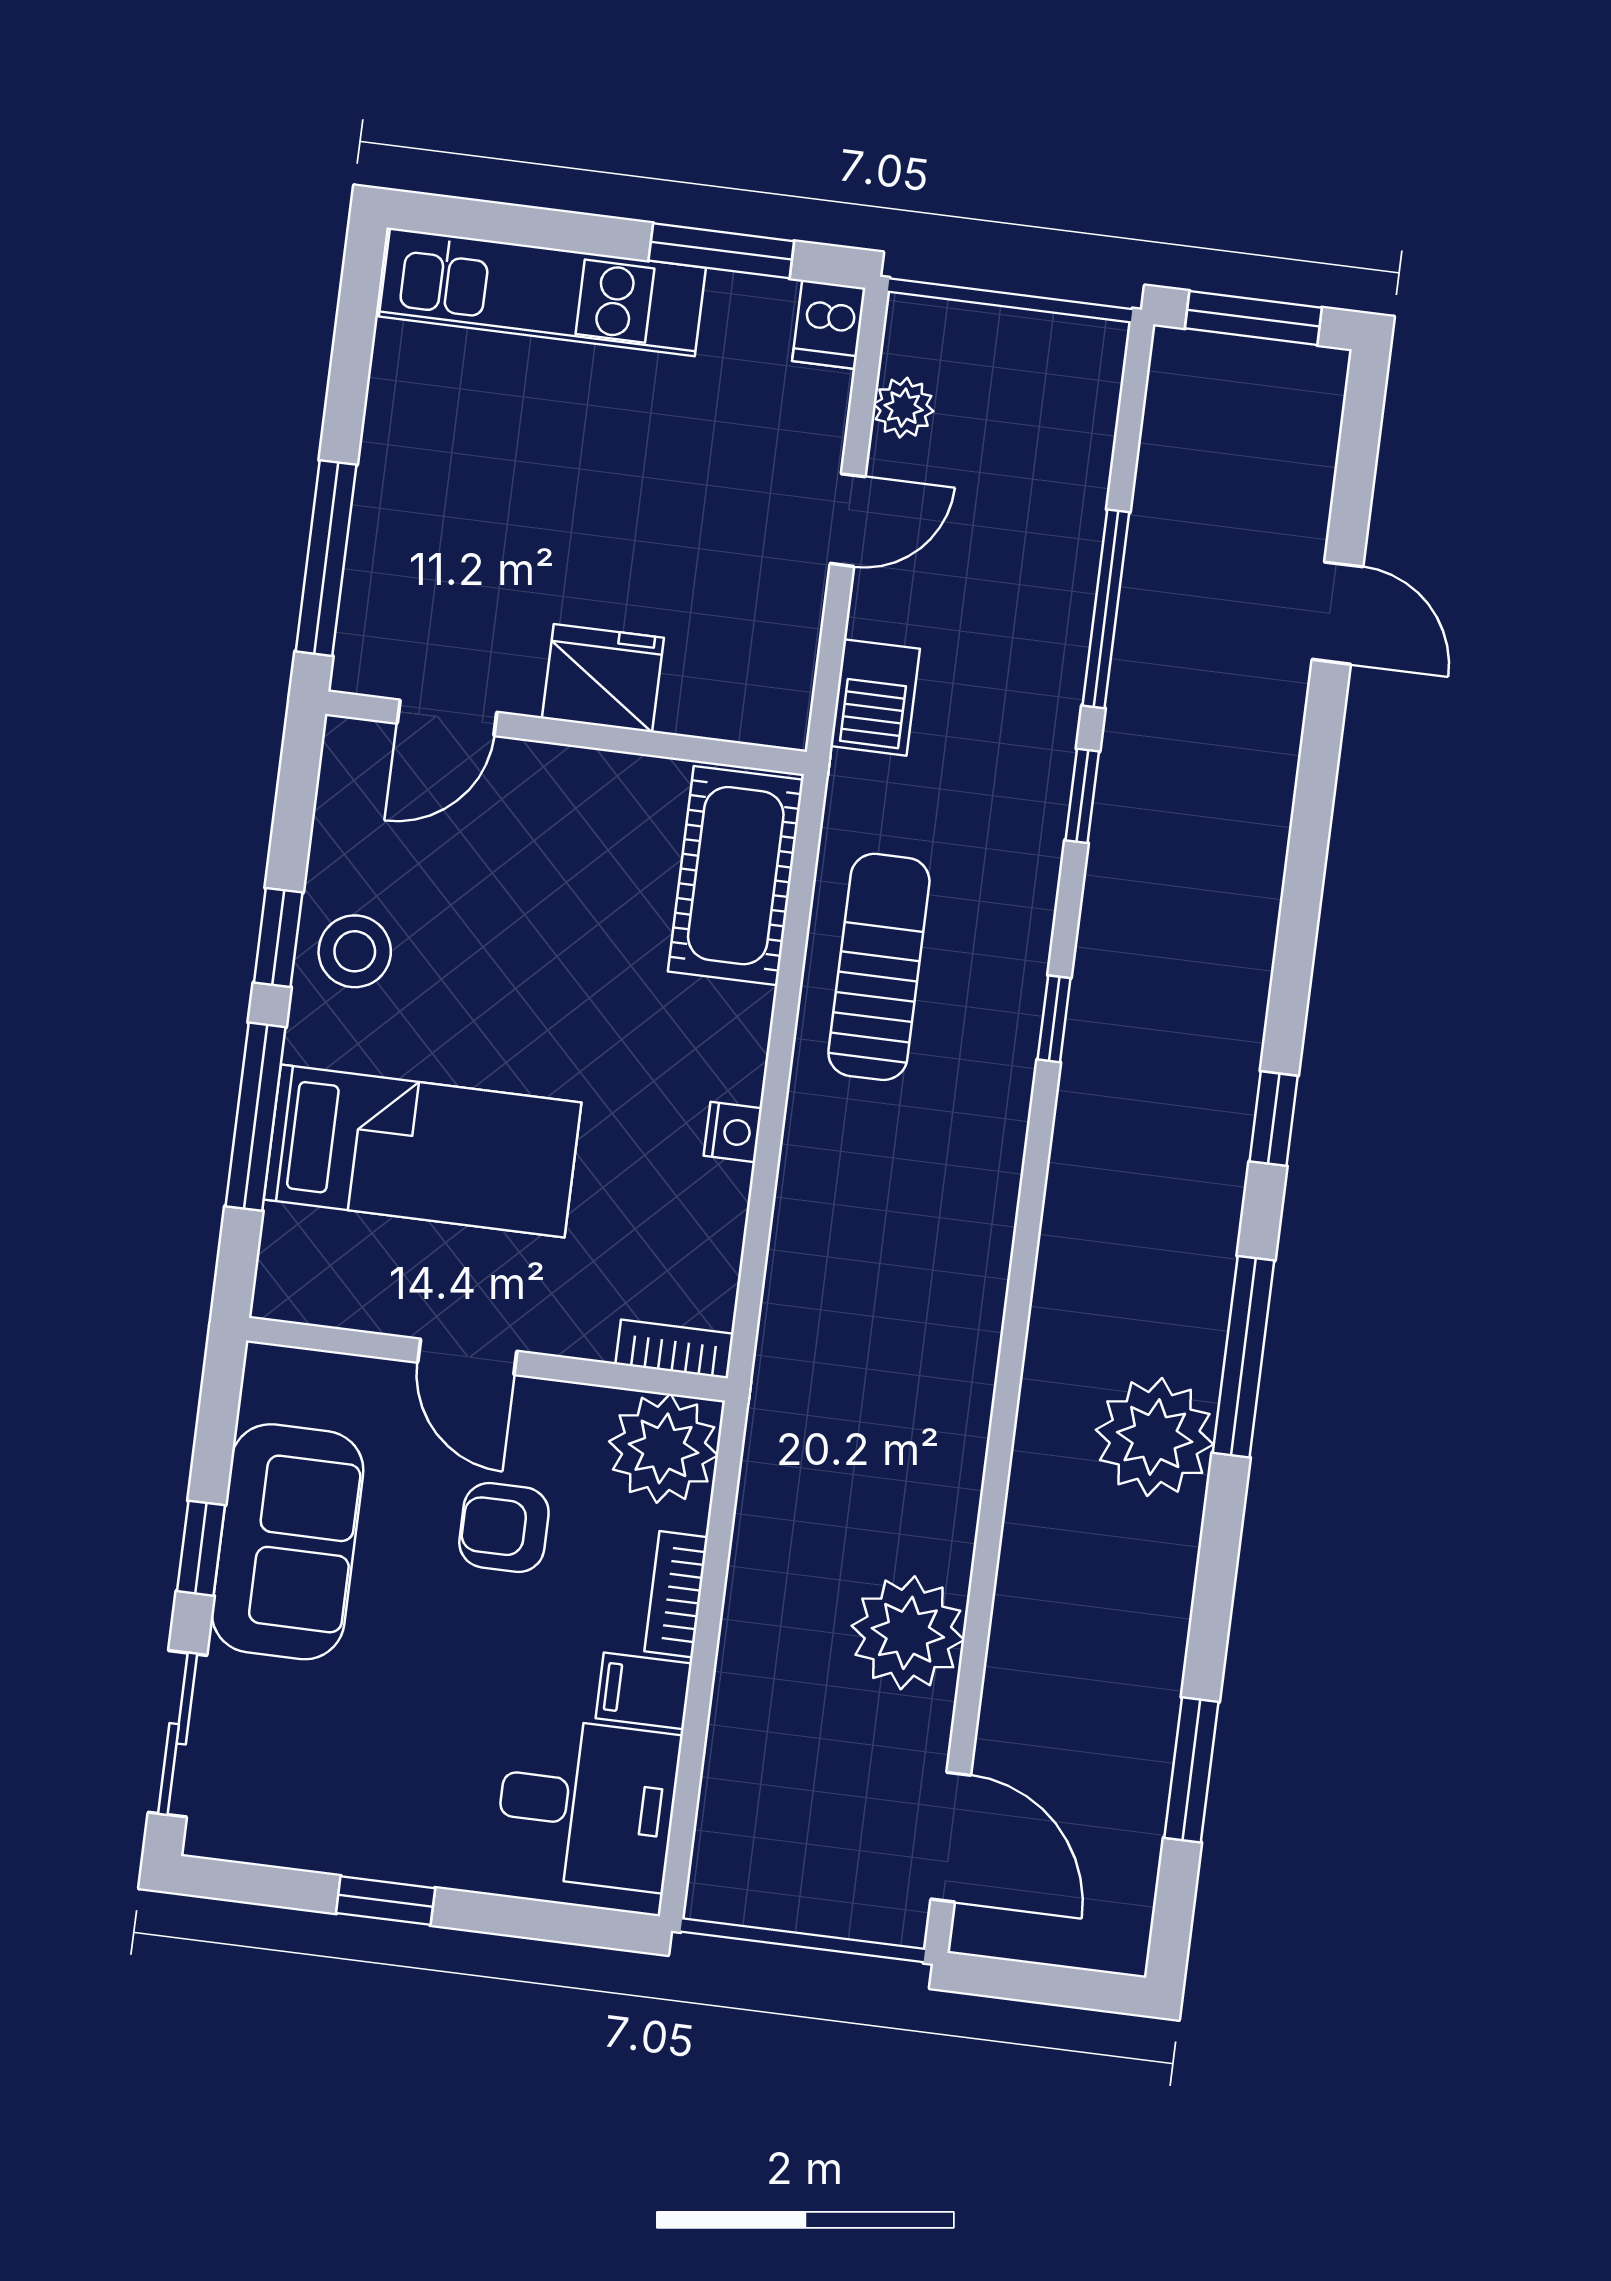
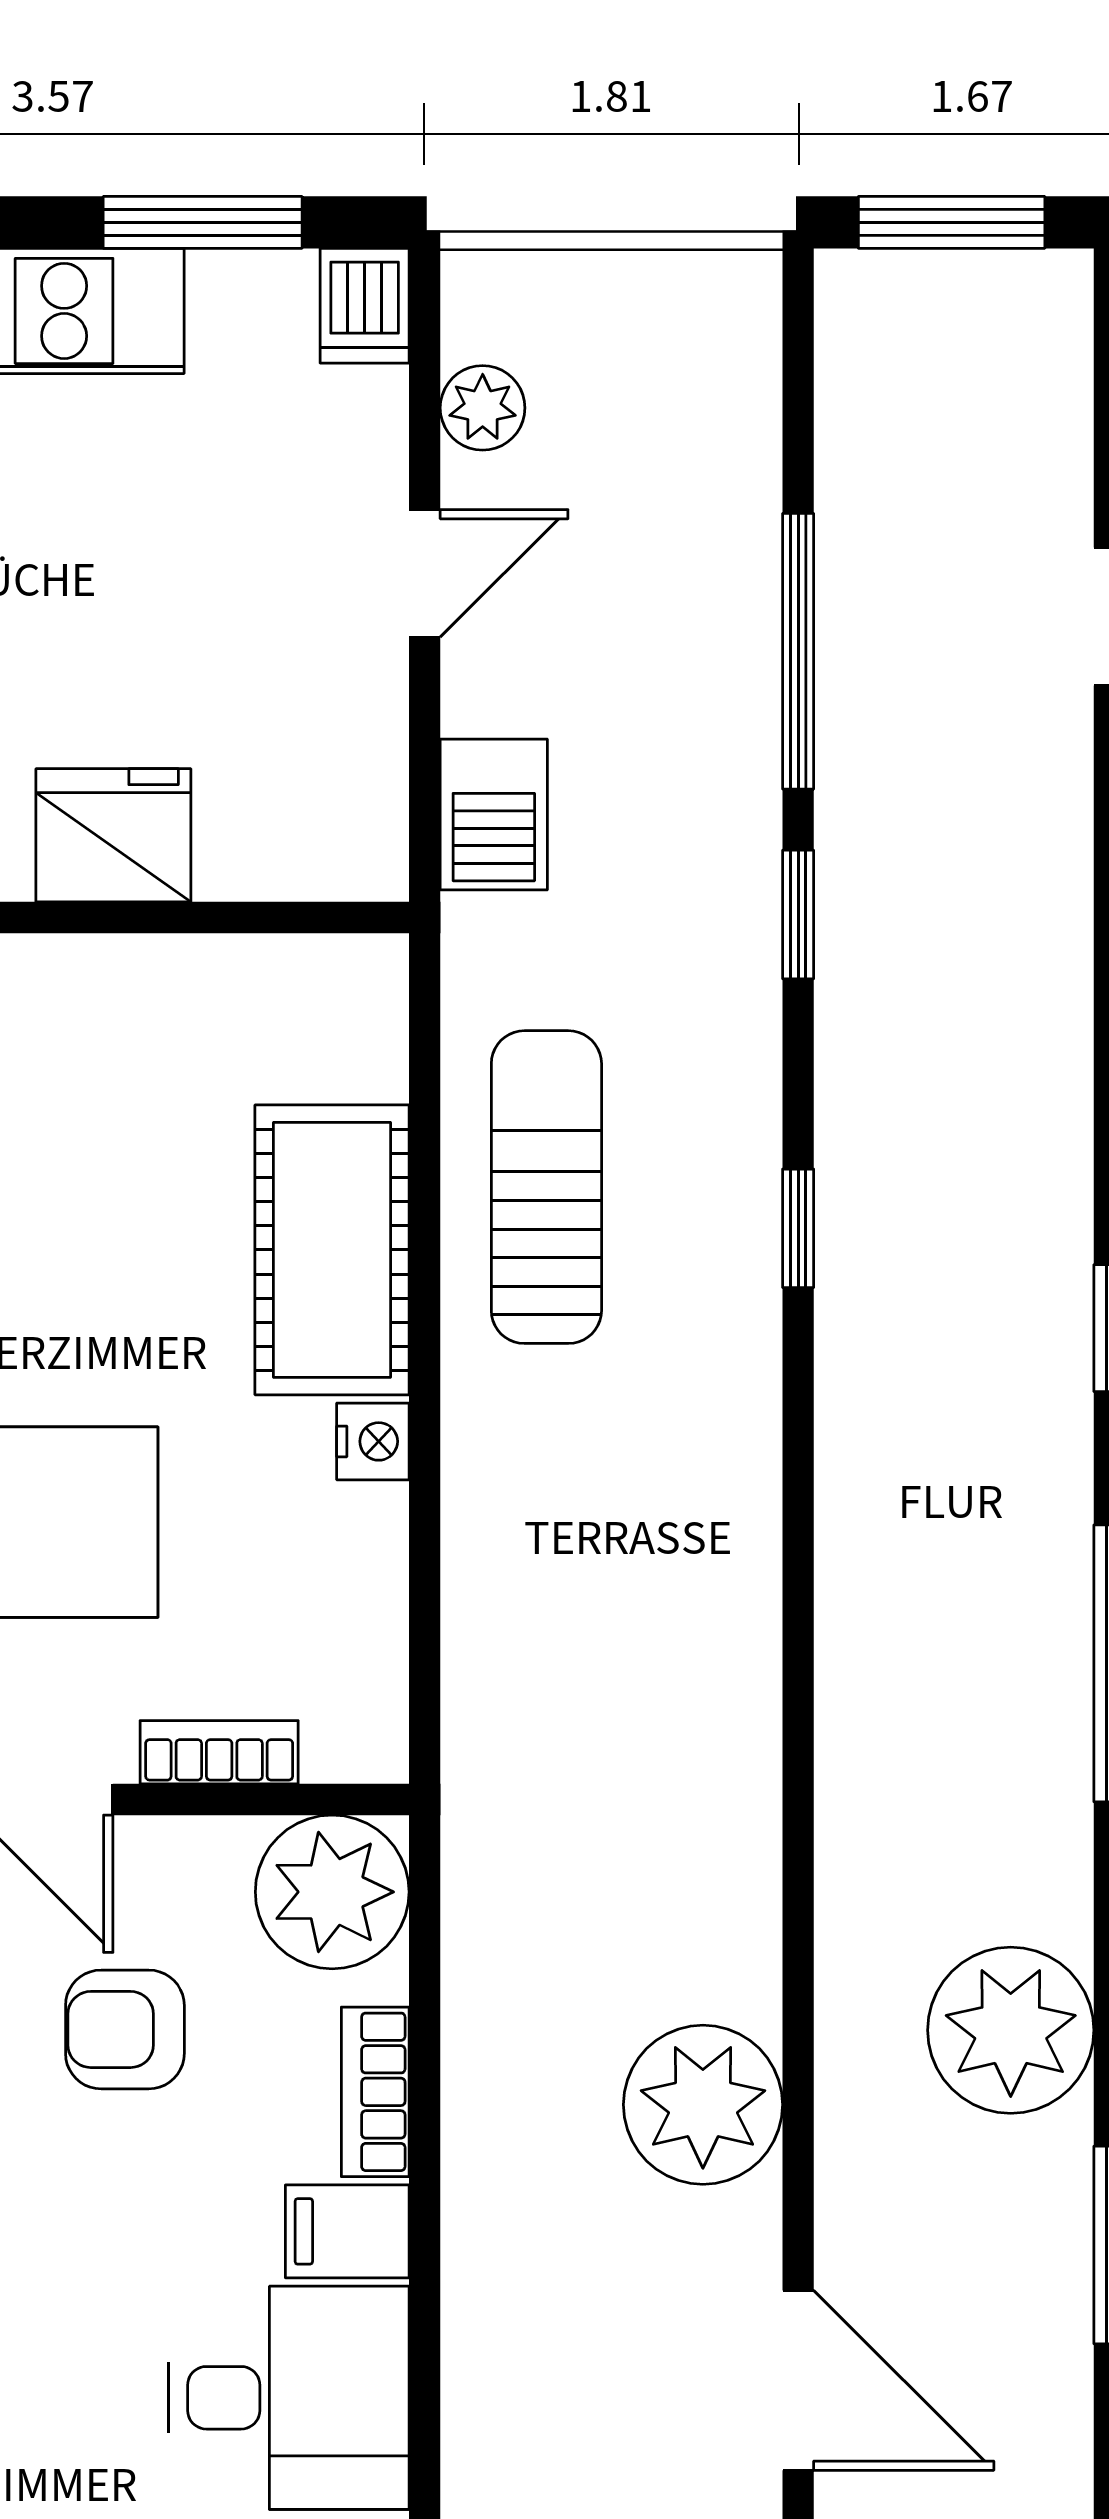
cot: (736, 876) -> (332, 1250), moved
bookcase: (675, 1349) -> (219, 1752), moved
plant: (1155, 1437) -> (1011, 2030), moved

